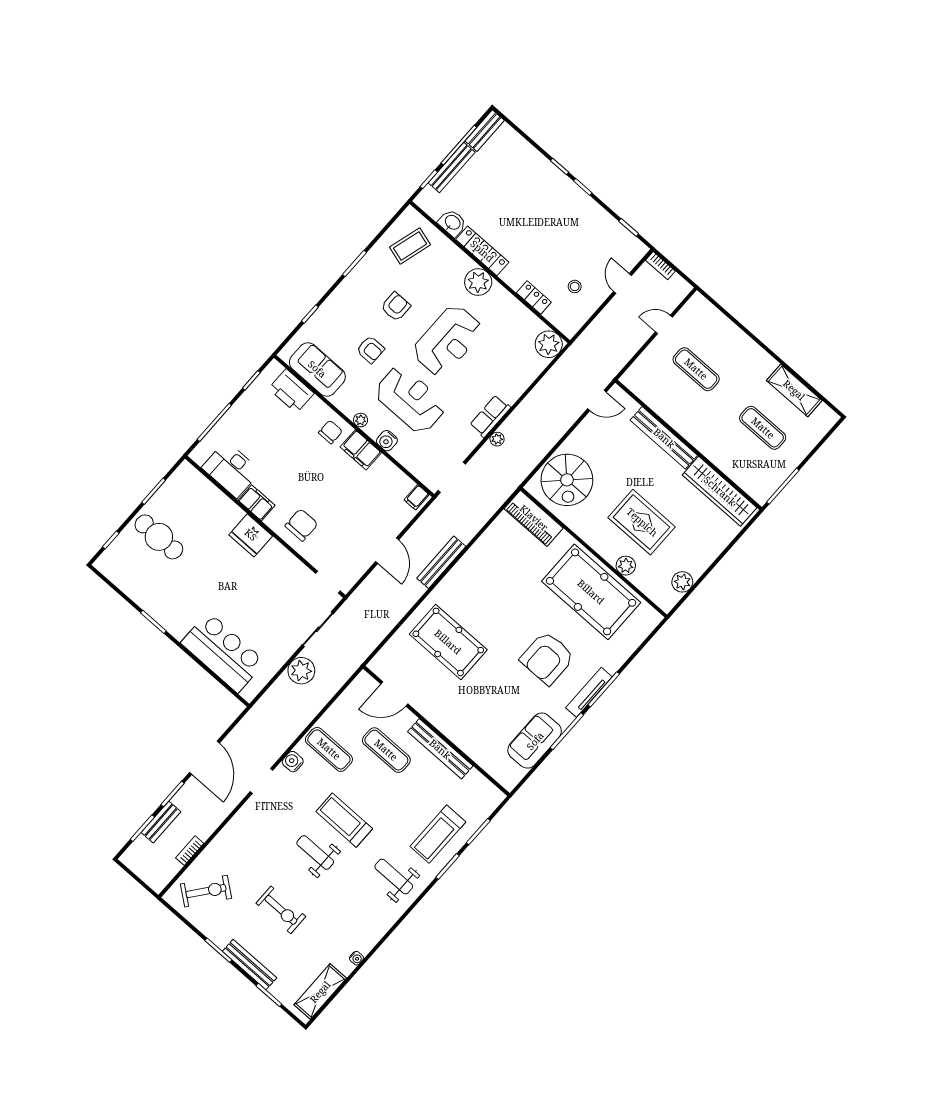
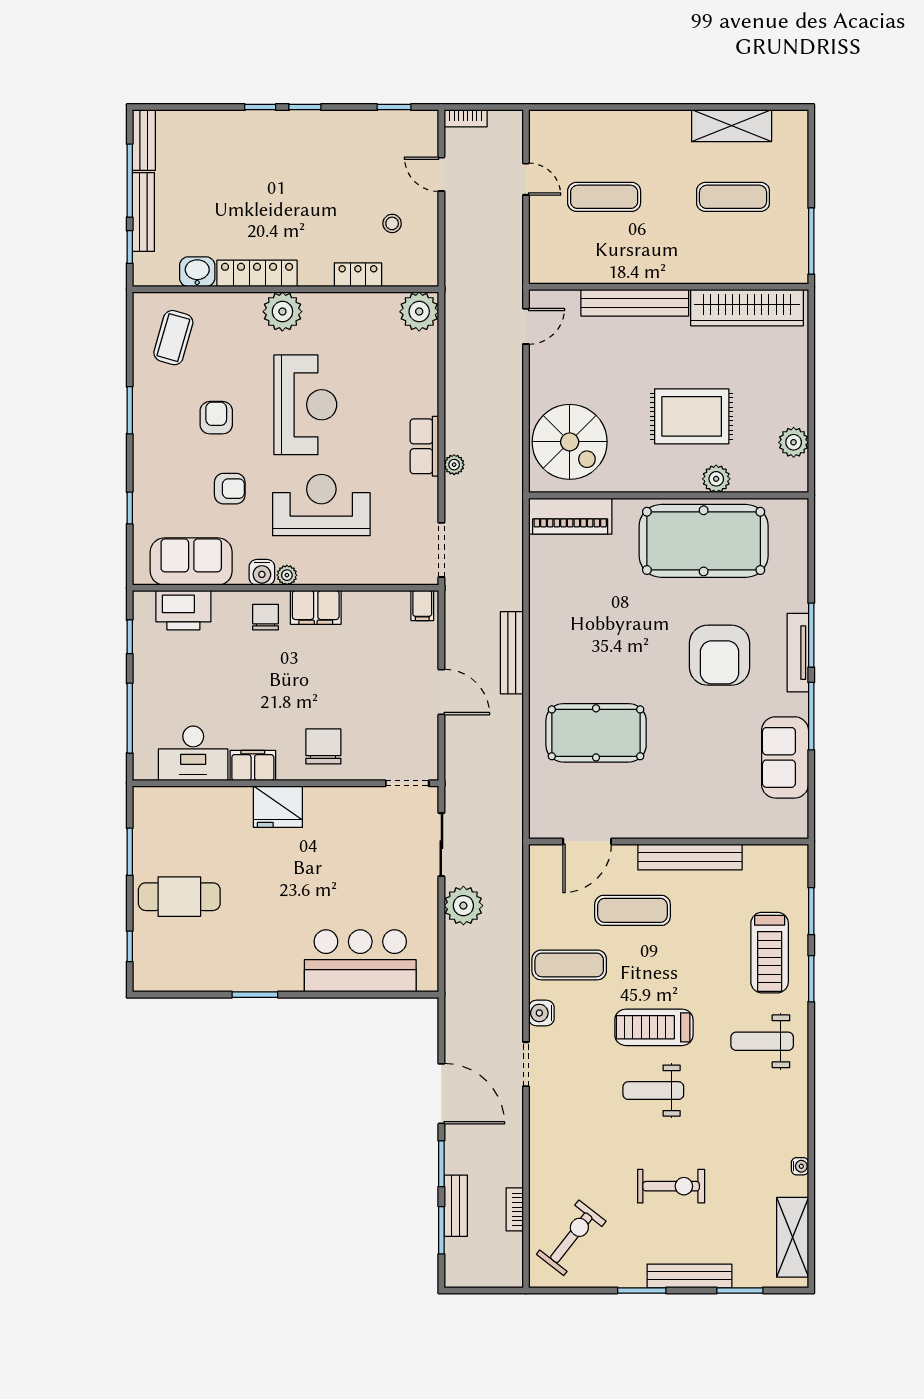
door: (664, 325) -> (526, 179), swing flipped
water cooler: (387, 441) -> (262, 572), moved

